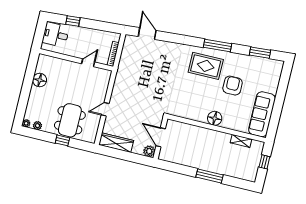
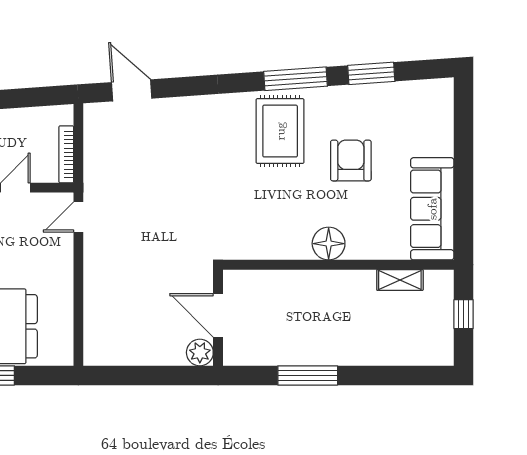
window: (260, 53) -> (371, 73), moved
rug: (206, 66) -> (280, 131), turned 90
door: (105, 109) -> (78, 217), moved
wardrobe: (116, 143) -> (121, 351), removed
window: (209, 176) -> (308, 375), moved

